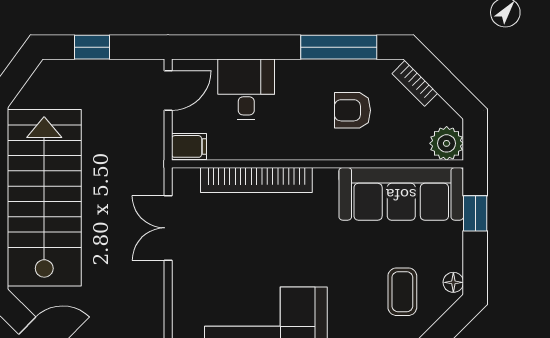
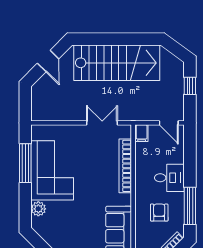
desk: (246, 89) -> (169, 178), moved
coffee table: (402, 292) -> (71, 237), removed

